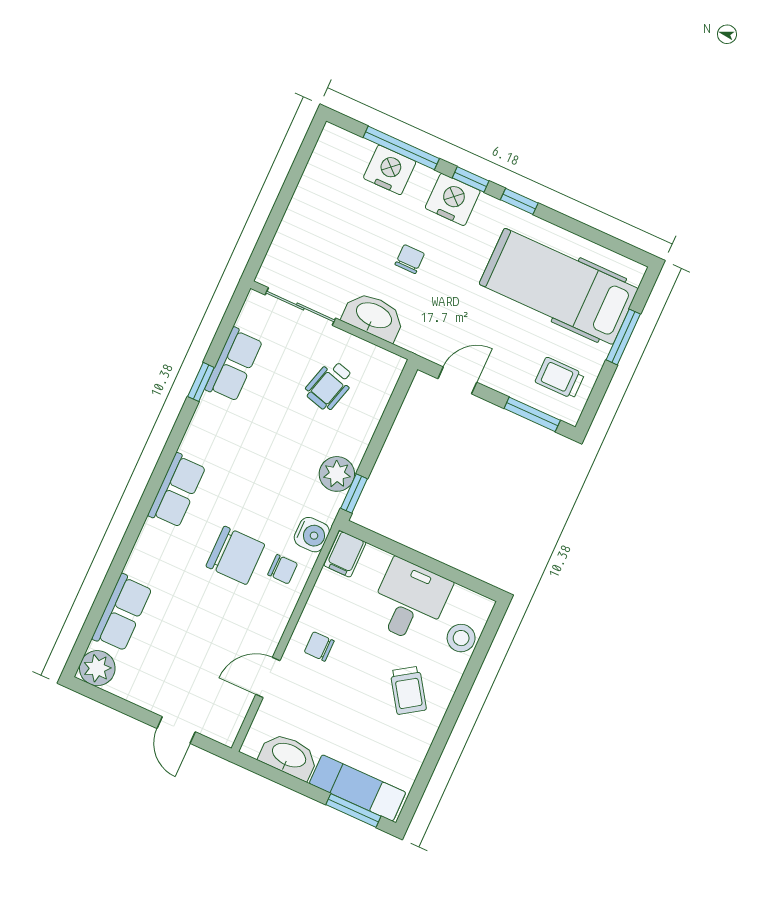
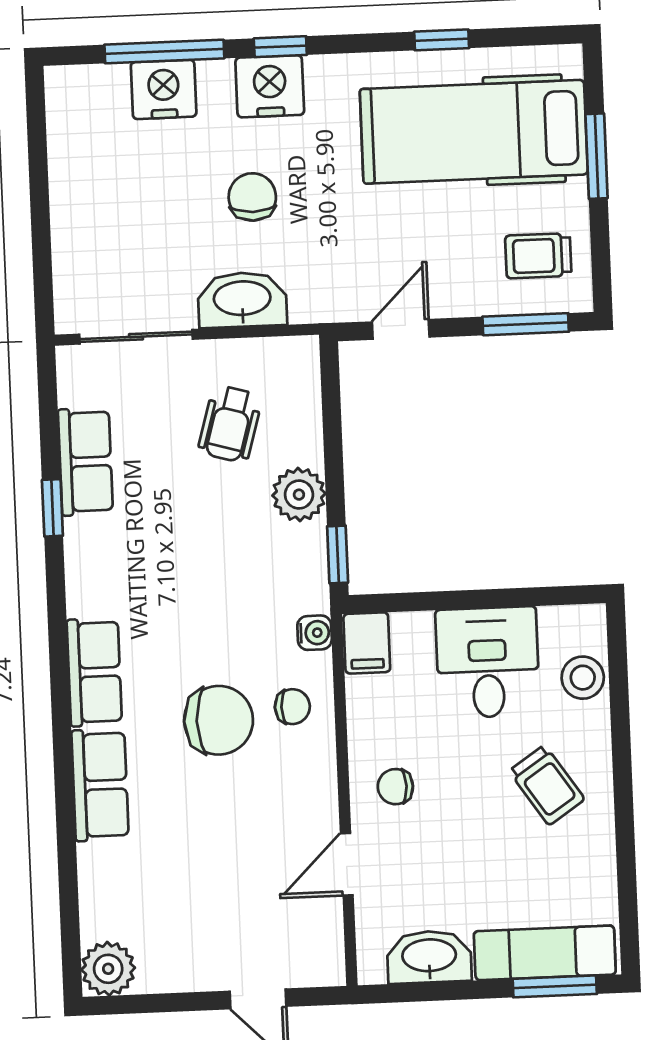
window: (519, 201) -> (442, 40), moved
chair: (410, 259) -> (252, 197), width x1.37, depth x1.37
plant: (337, 474) -> (299, 495), moved
water cooler: (312, 535) -> (315, 633), width x0.72, depth x0.72
row of seats: (122, 613) -> (100, 785), moved

